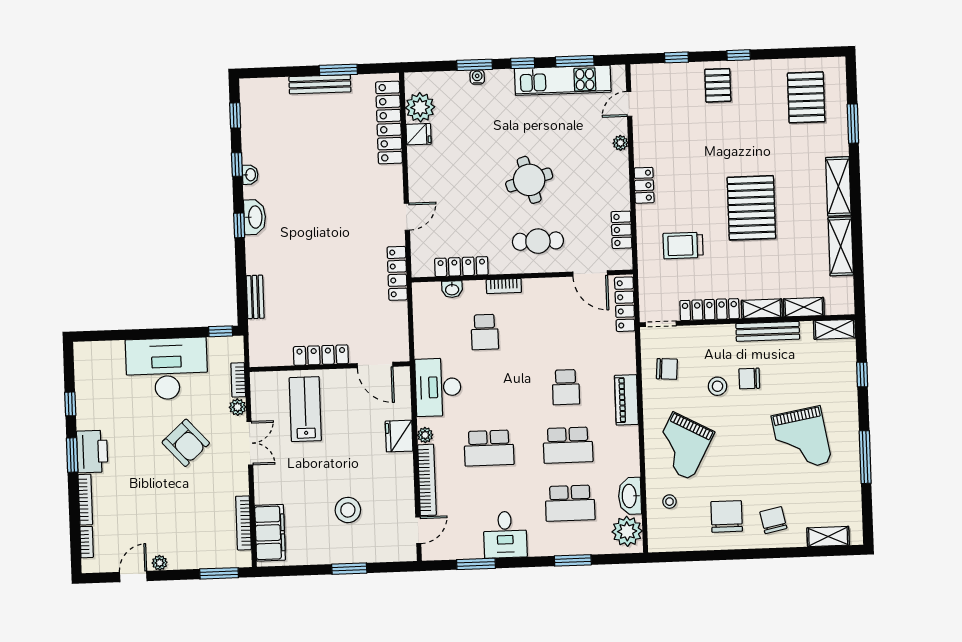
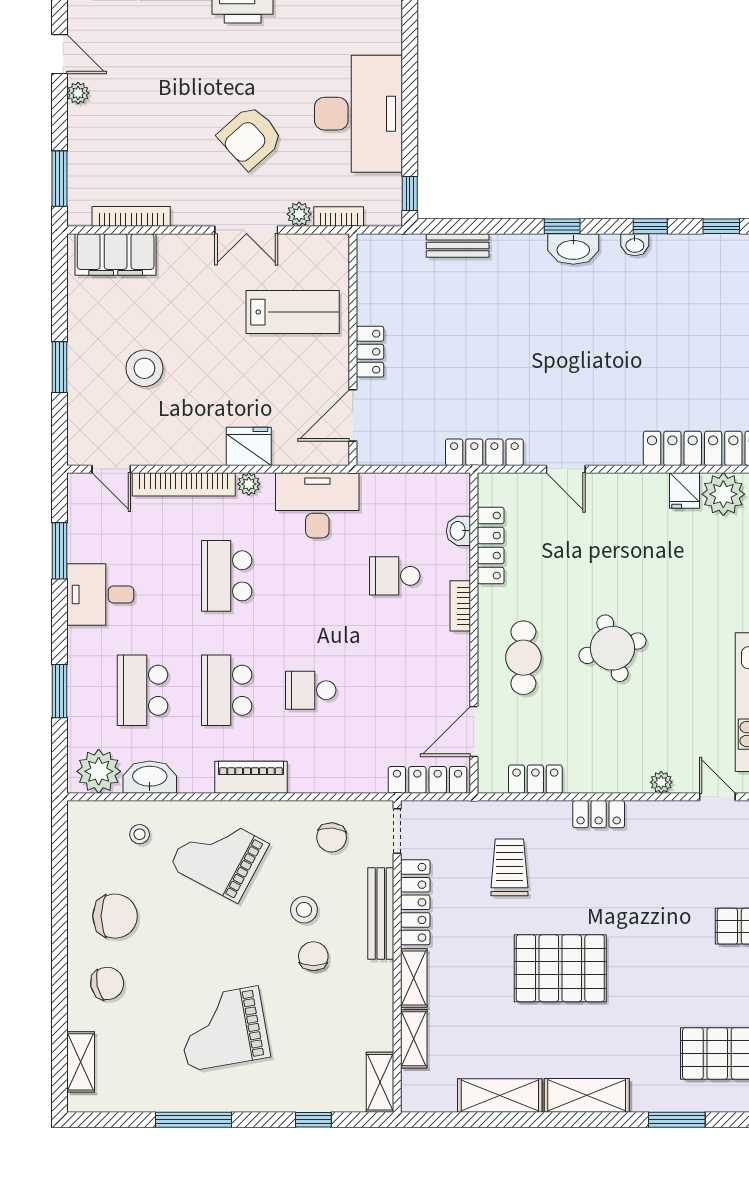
bench: (768, 331) -> (381, 913), moved
locker: (321, 355) -> (370, 352), width x0.66
piano: (626, 400) -> (251, 777), moved

